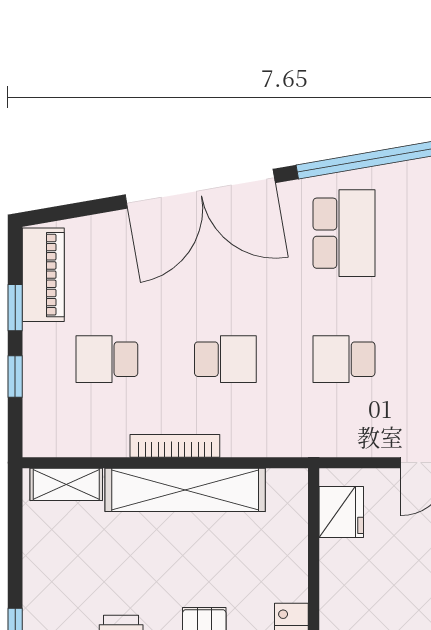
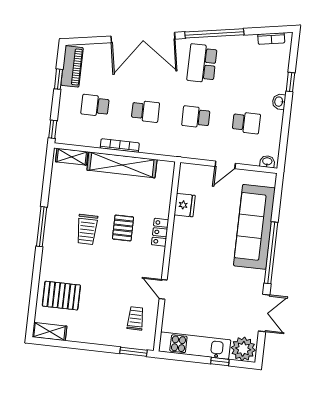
school desk: (344, 233) -> (202, 63), turned 180
window: (15, 376) -> (53, 129), moved
fridge: (341, 512) -> (185, 205), moved

